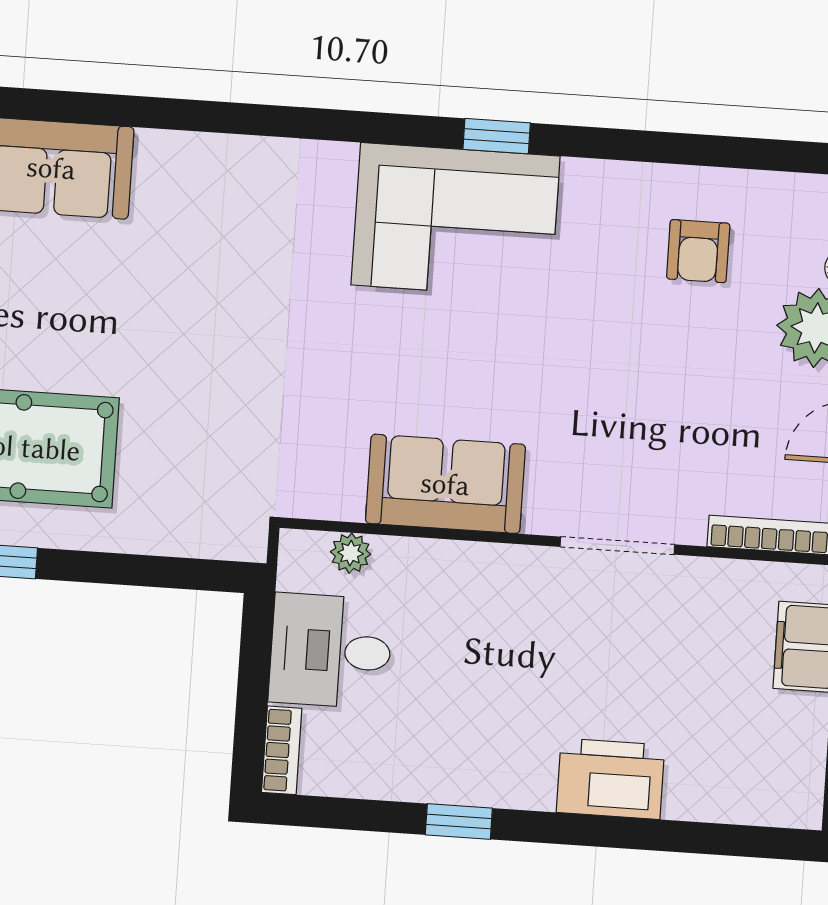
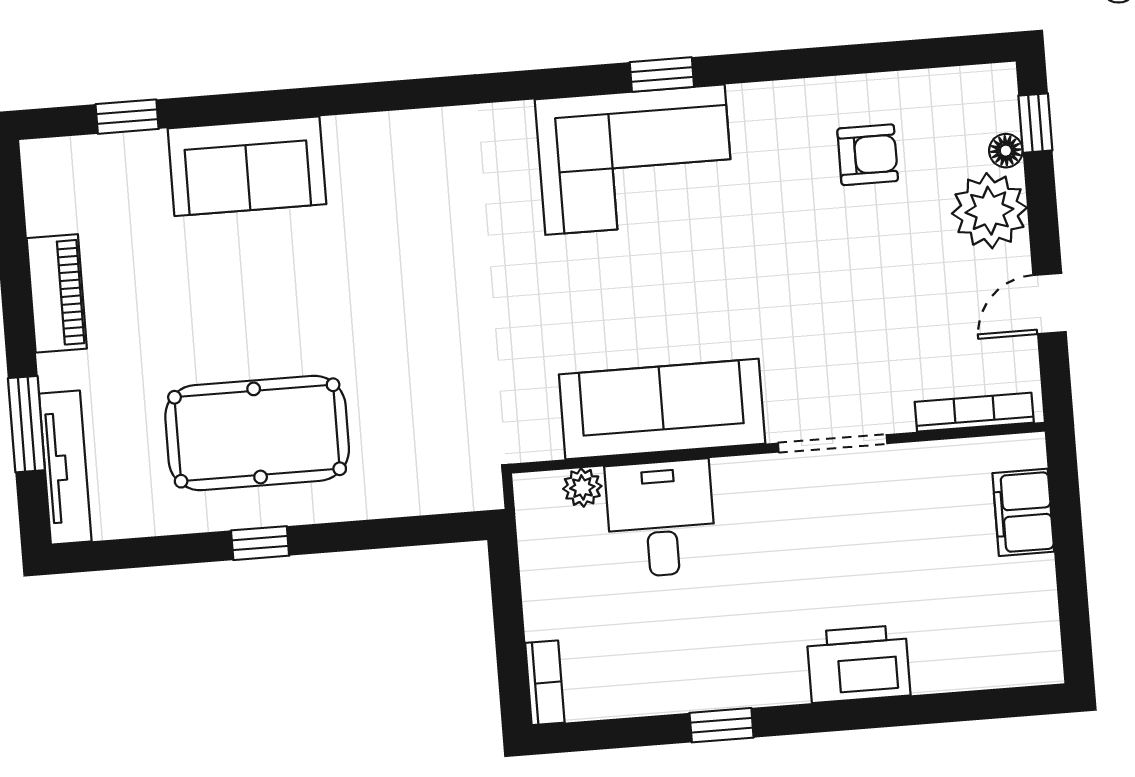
armchair: (698, 251) -> (868, 155), turned -90
sofa: (445, 484) -> (662, 409), width x1.36
desk: (331, 651) -> (661, 519), moved, turned 90

